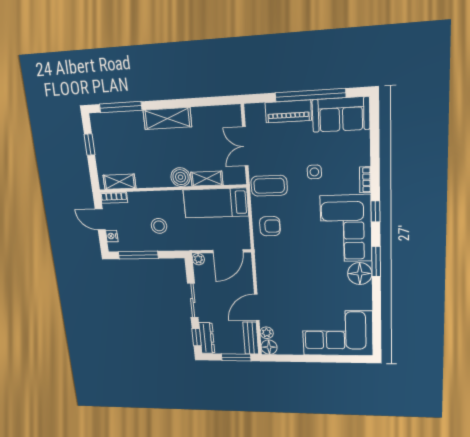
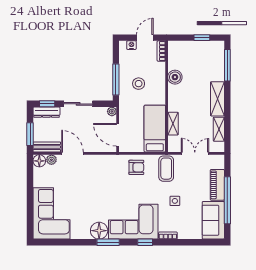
boiler: (181, 177) -> (175, 77), moved
shelving: (119, 182) -> (219, 129), moved
armchair: (270, 226) -> (136, 167), turned -90
window: (138, 255) -> (116, 79), moved

